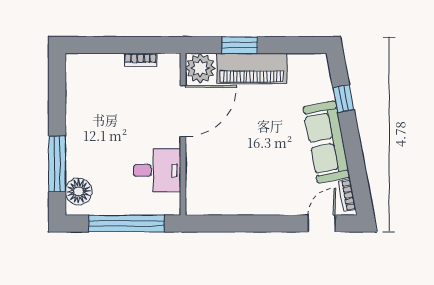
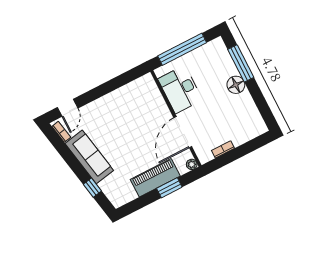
plant: (200, 68) -> (192, 164), width x0.53, depth x0.53
desk: (157, 170) -> (180, 89), width x1.37
floor lamp: (79, 192) -> (236, 85), moved

